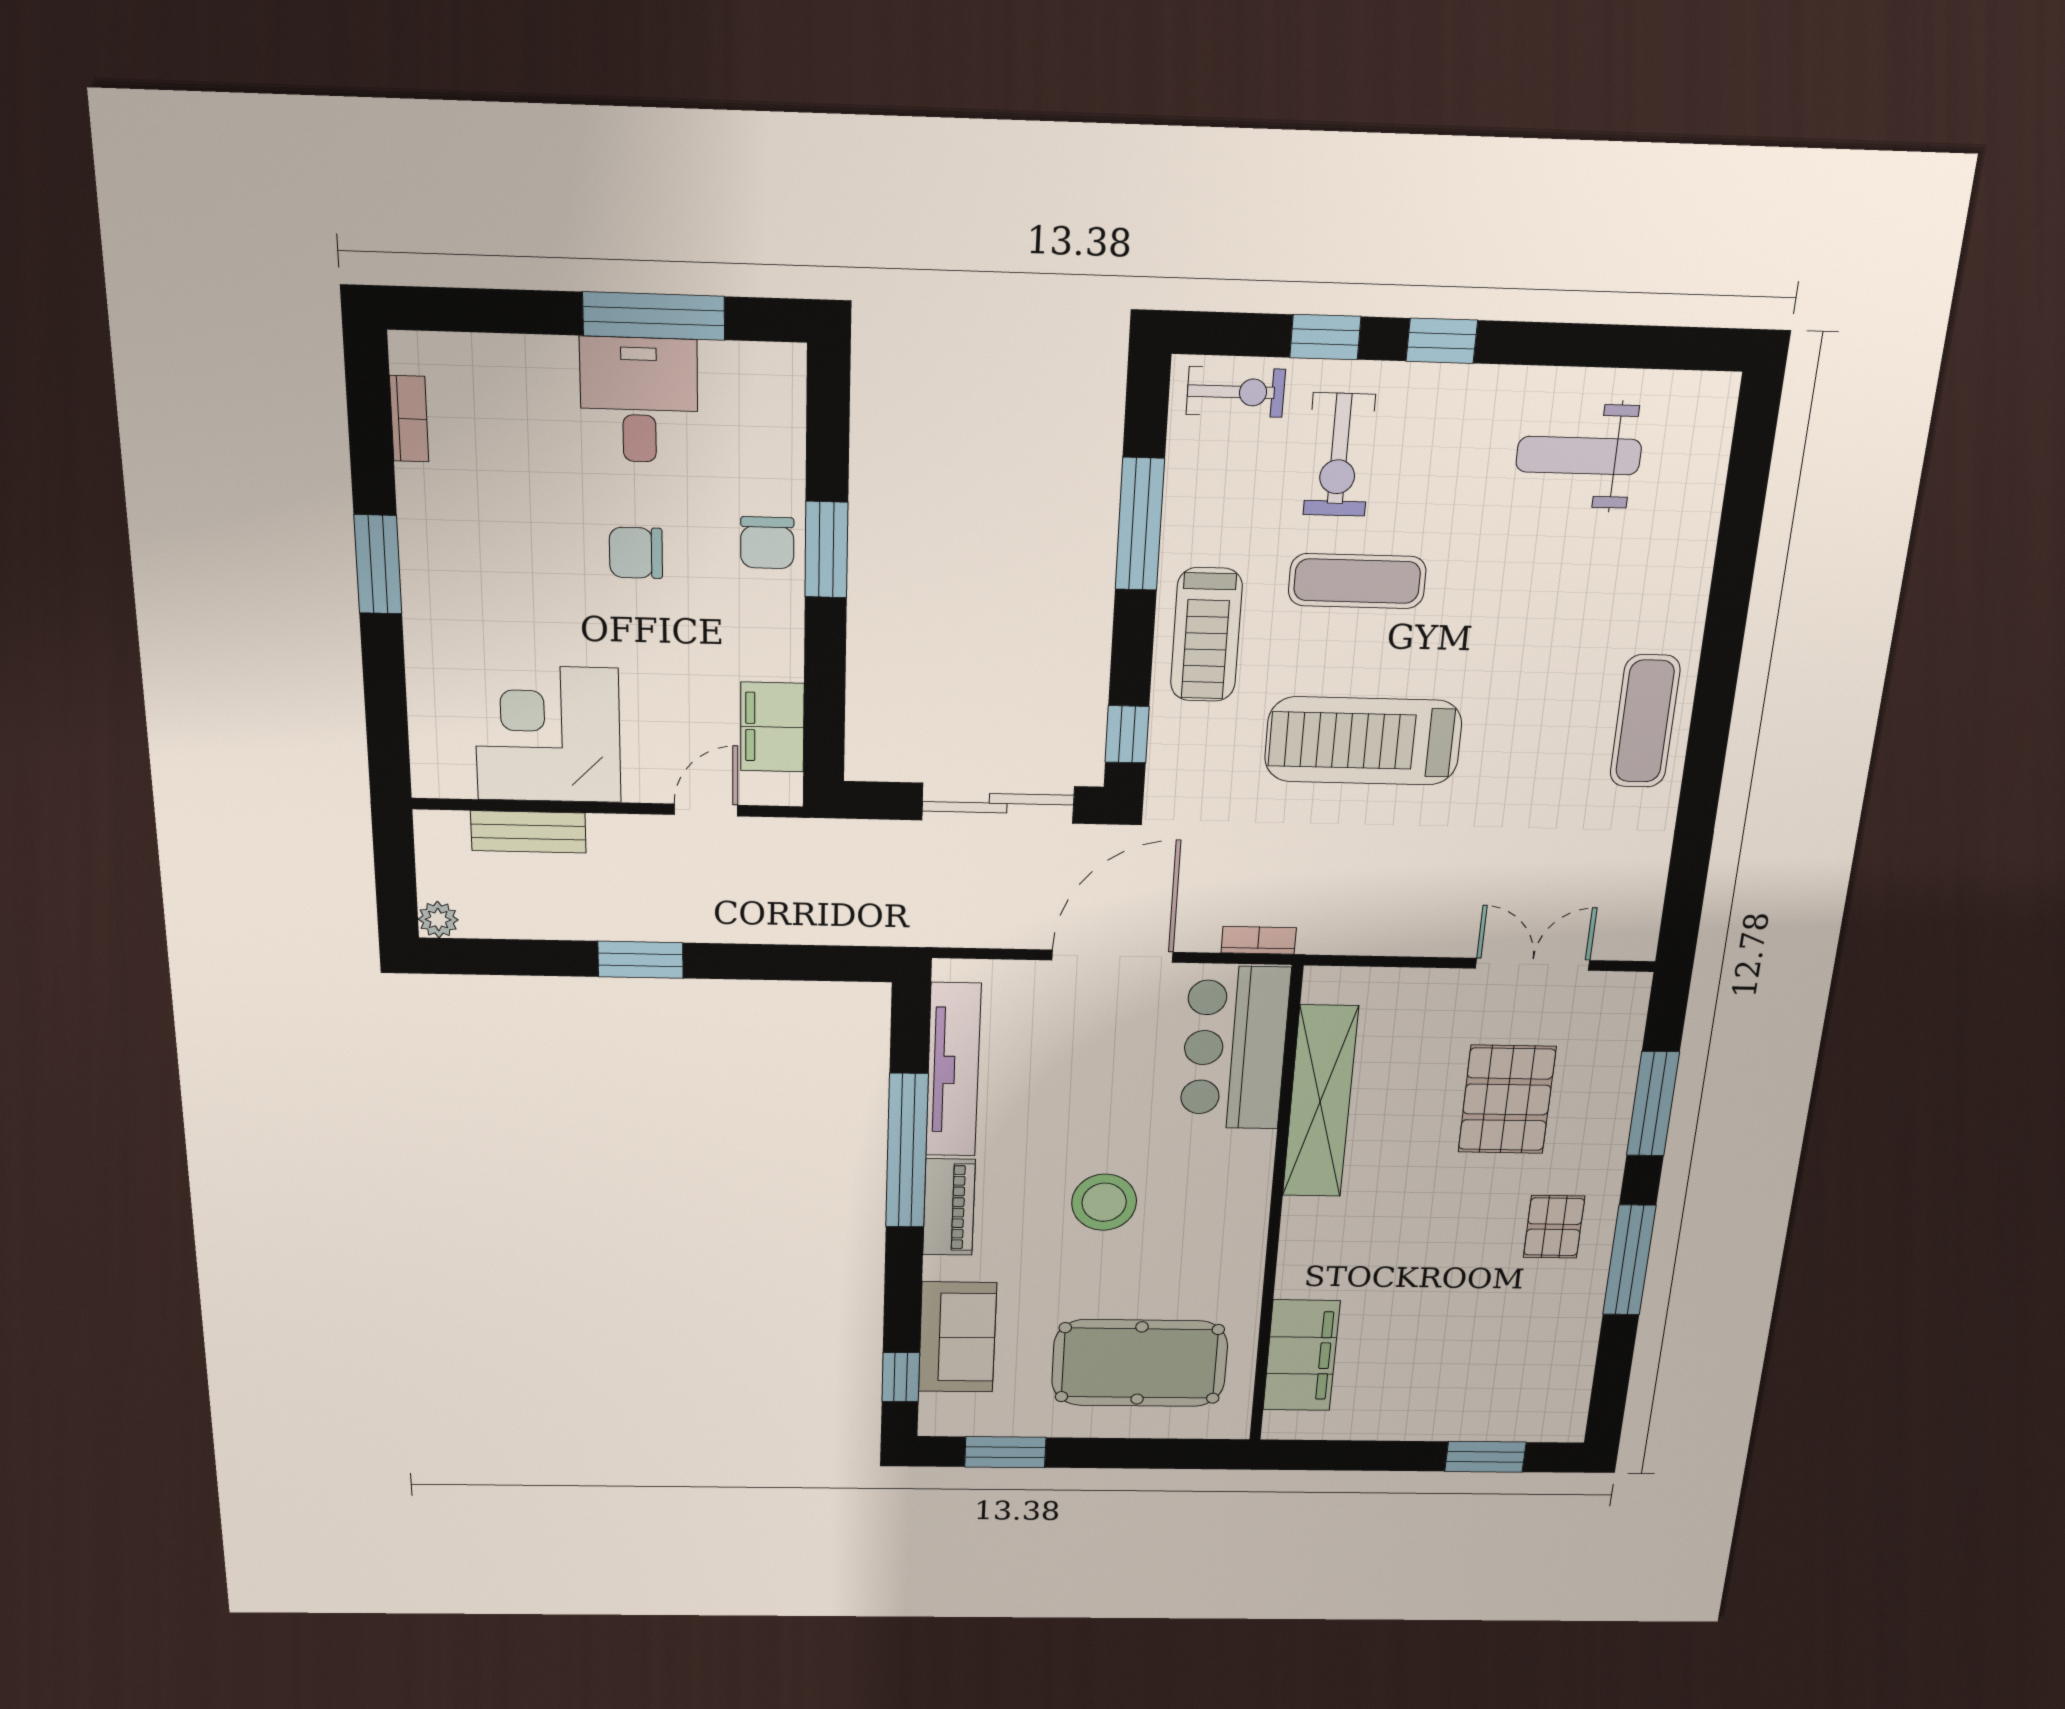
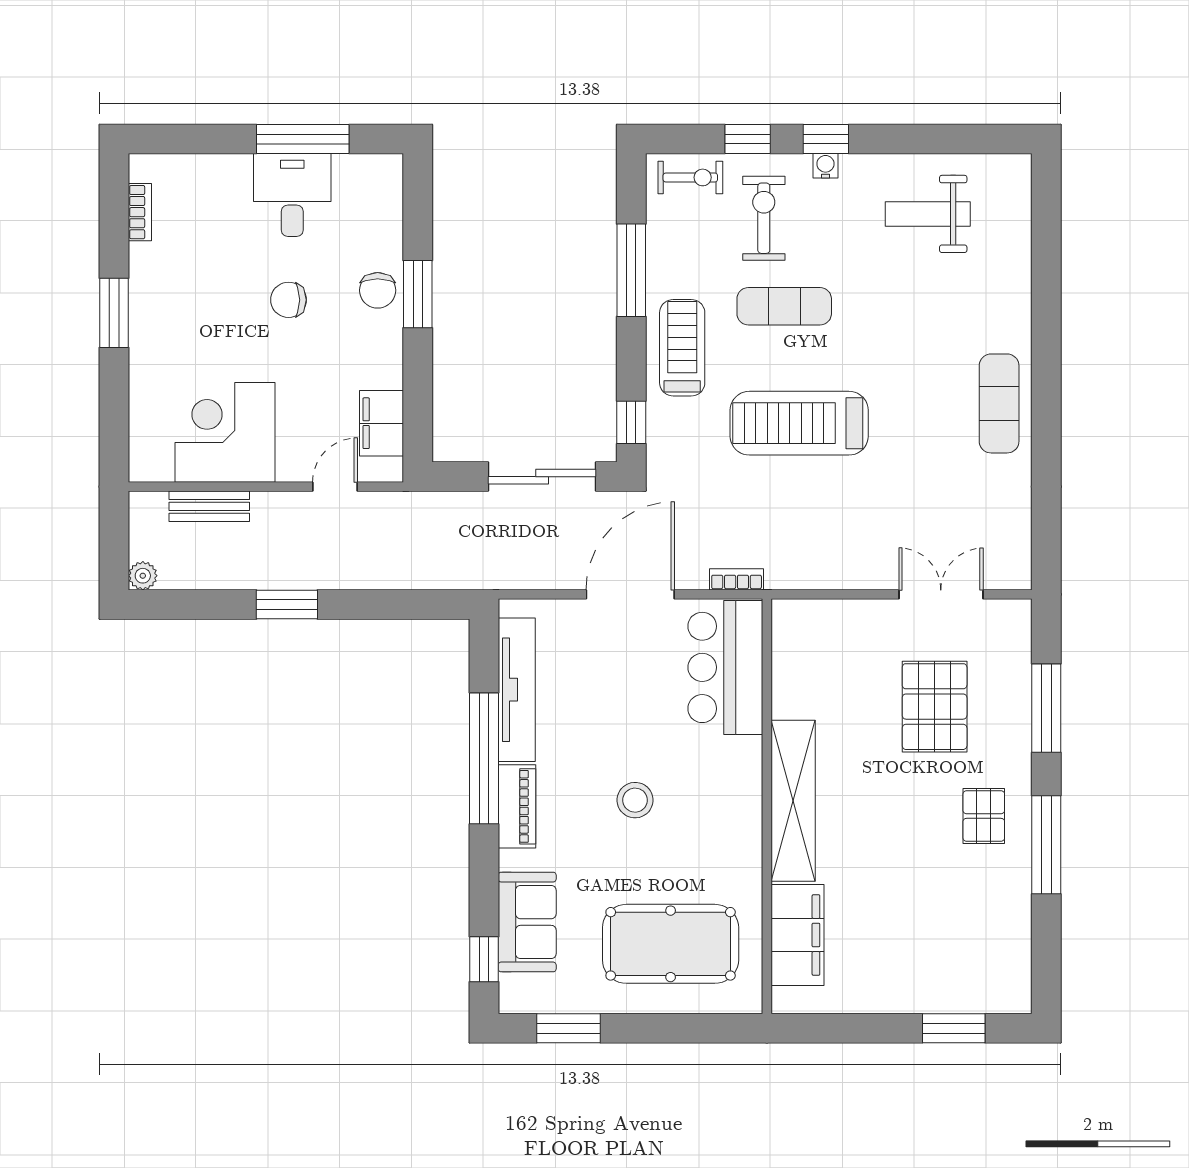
water cooler: (1437, 381) -> (825, 166), added
exercise bike: (1339, 455) -> (764, 218), turned 180
treadmill: (1206, 635) -> (682, 348), turned 180
shelving: (1320, 1102) -> (793, 801), moved
stool: (1104, 1202) -> (635, 800), width x0.73, depth x0.73

